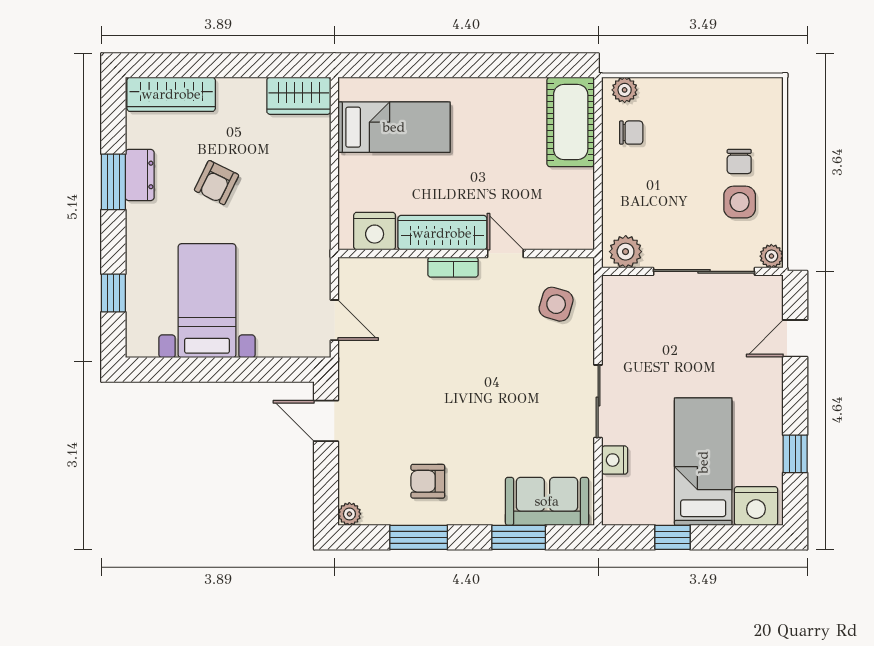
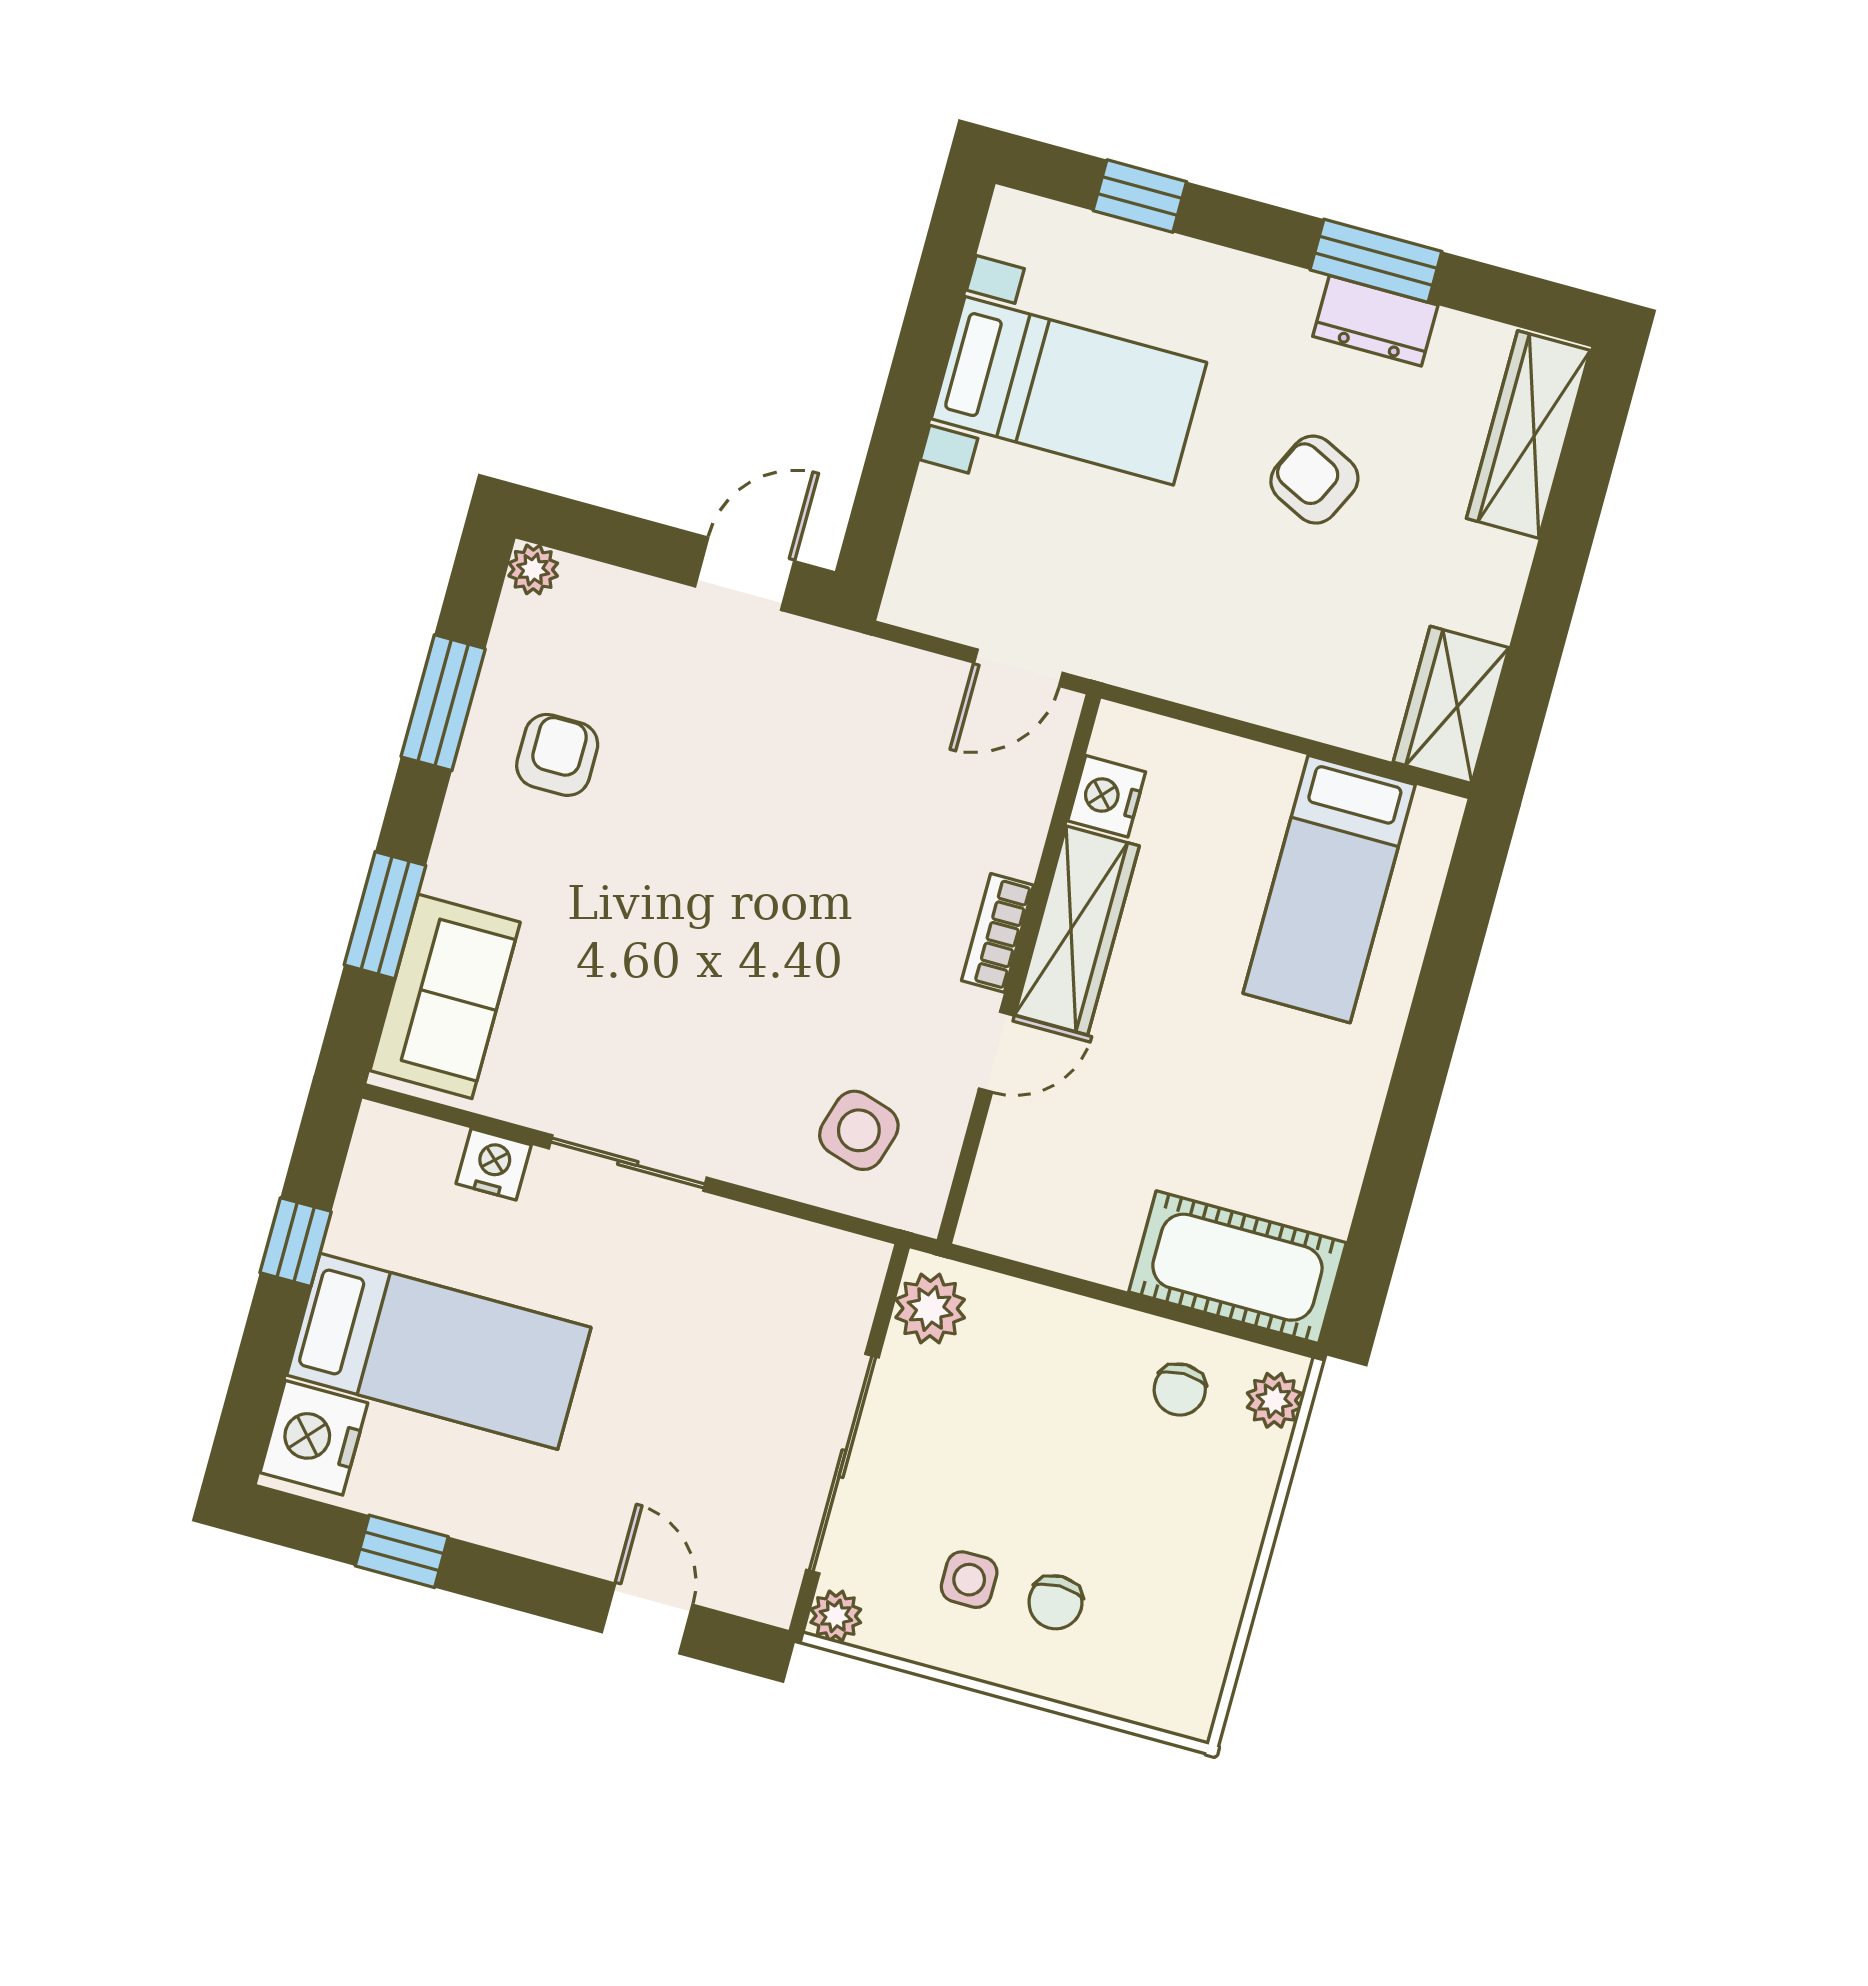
chair: (739, 161) -> (1055, 1602), turned -90
side table: (740, 202) -> (969, 1580), width x0.73, depth x0.73
nightstand: (375, 231) -> (1107, 796), width x0.74, depth x0.75
door: (334, 320) -> (1018, 668), moved

